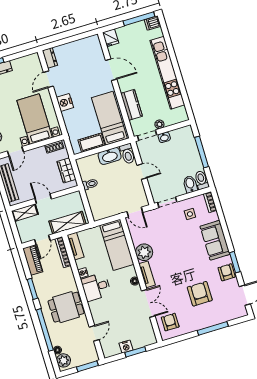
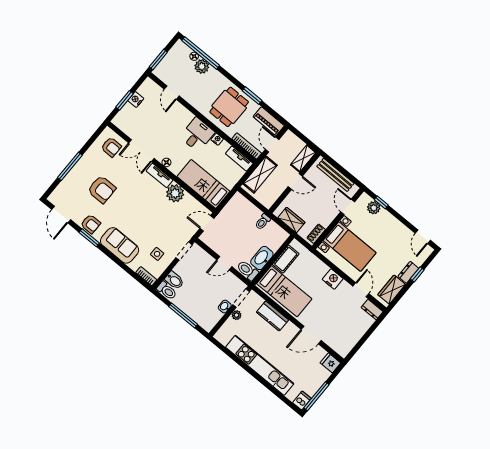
wardrobe: (24, 63) -> (392, 290), added
dining table: (66, 307) -> (229, 107), moved
window: (45, 330) -> (201, 53), moved
plant: (64, 360) -> (202, 66), moved

